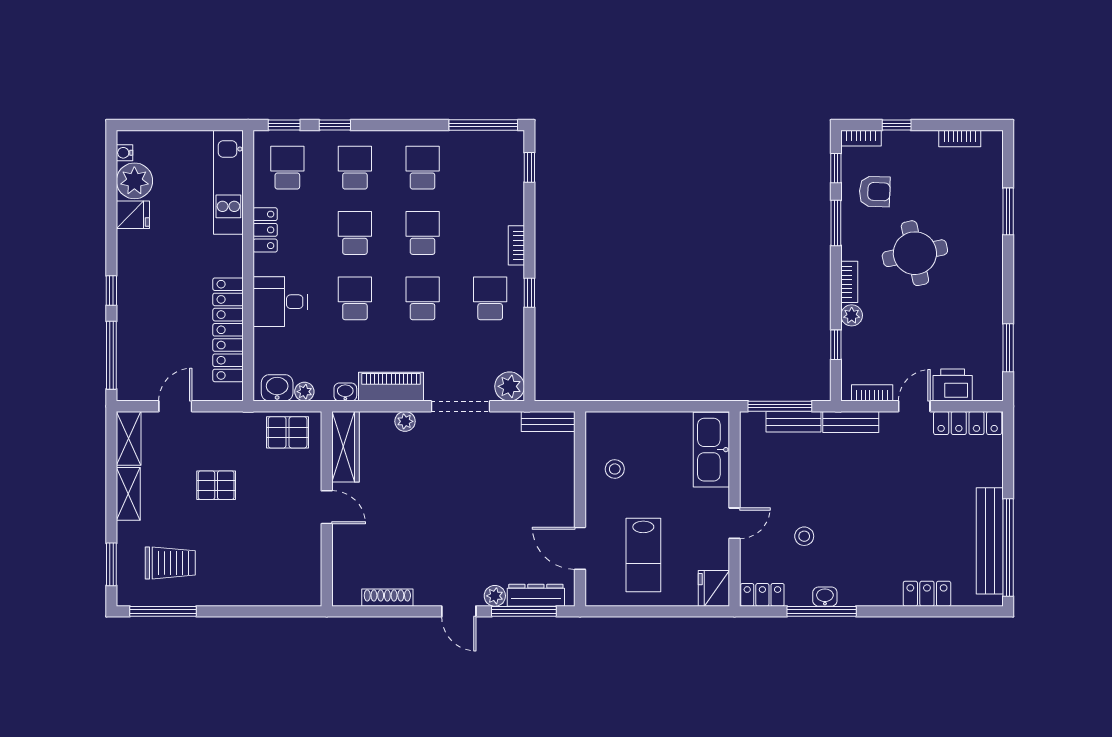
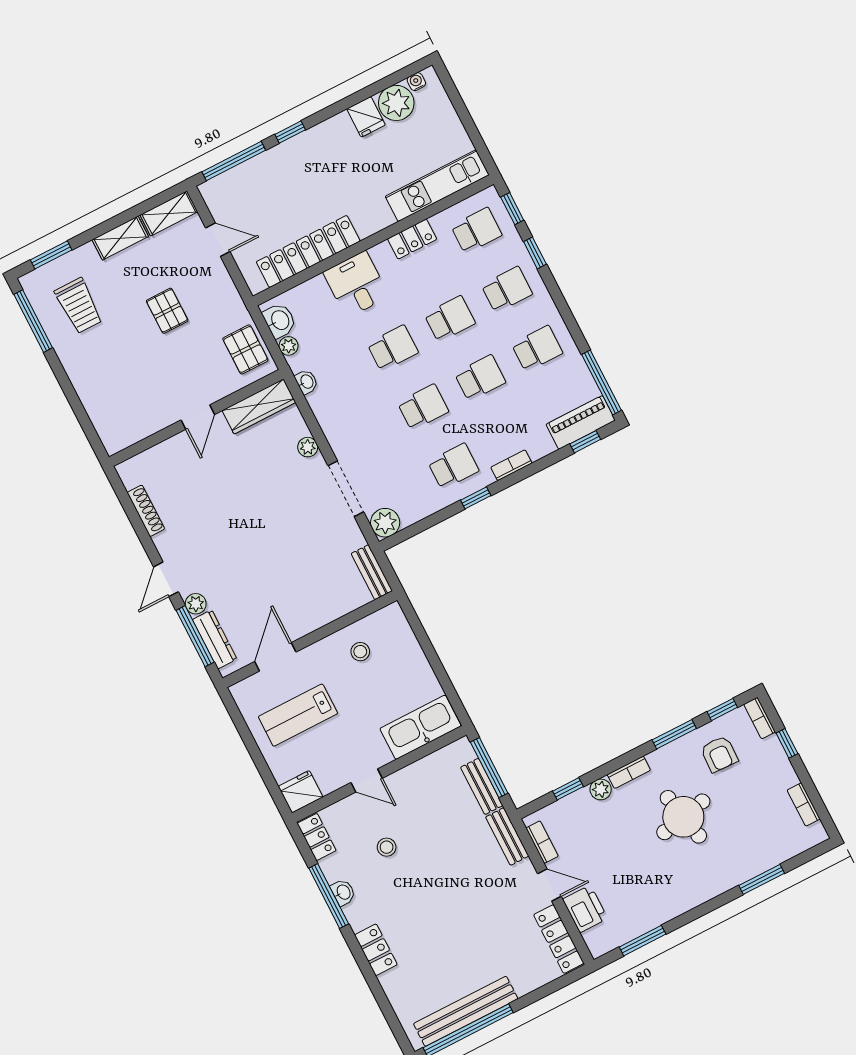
piano: (391, 387) -> (581, 422), moved, turned -90
locker: (927, 594) -> (376, 950), moved

